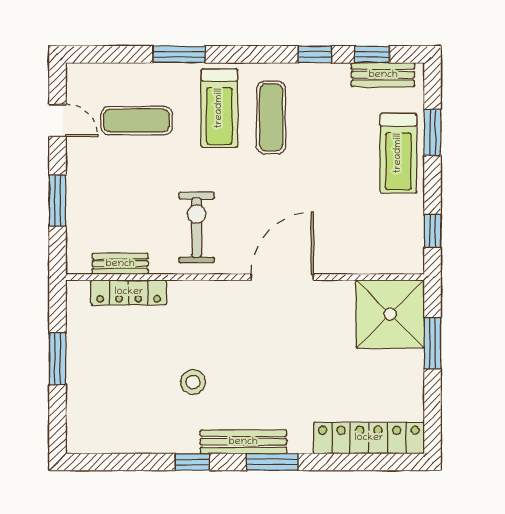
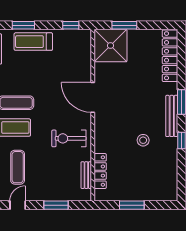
treadmill: (398, 153) -> (33, 42), turned 180

